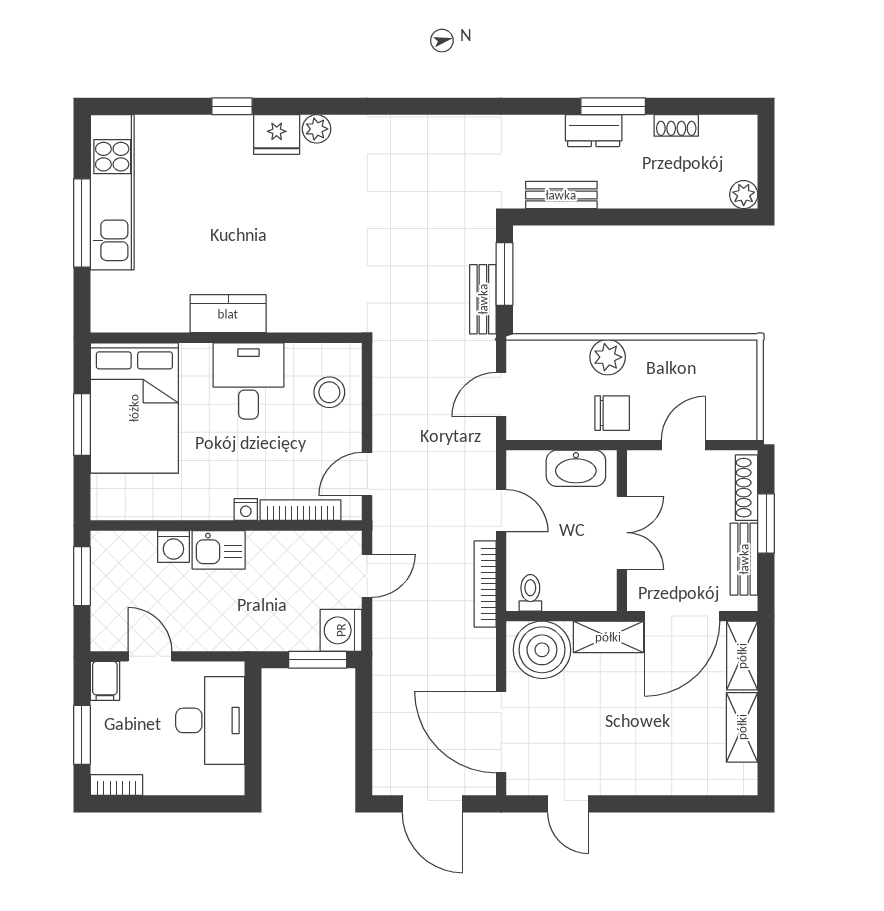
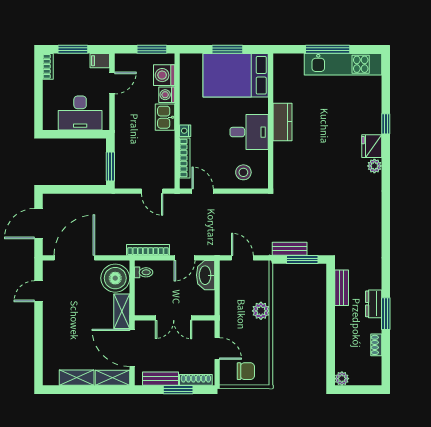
chair: (612, 413) -> (246, 371), moved, turned -90
washbasin: (576, 468) -> (206, 275), moved
washing machine: (341, 630) -> (164, 75), moved, turned -90

